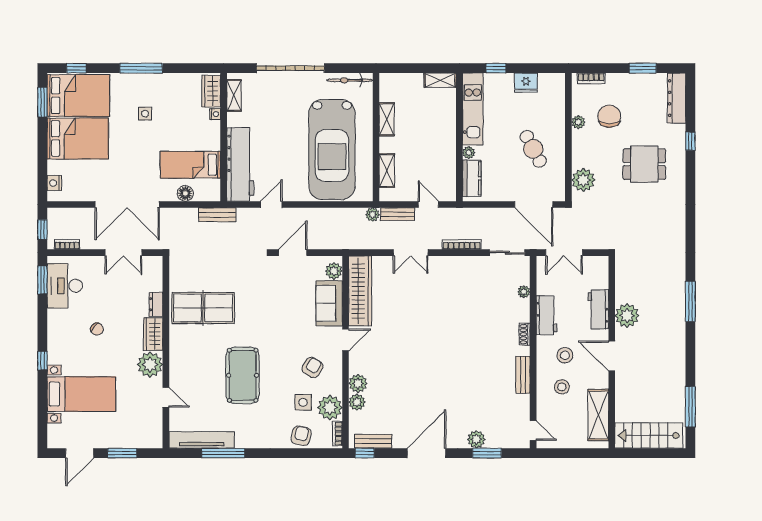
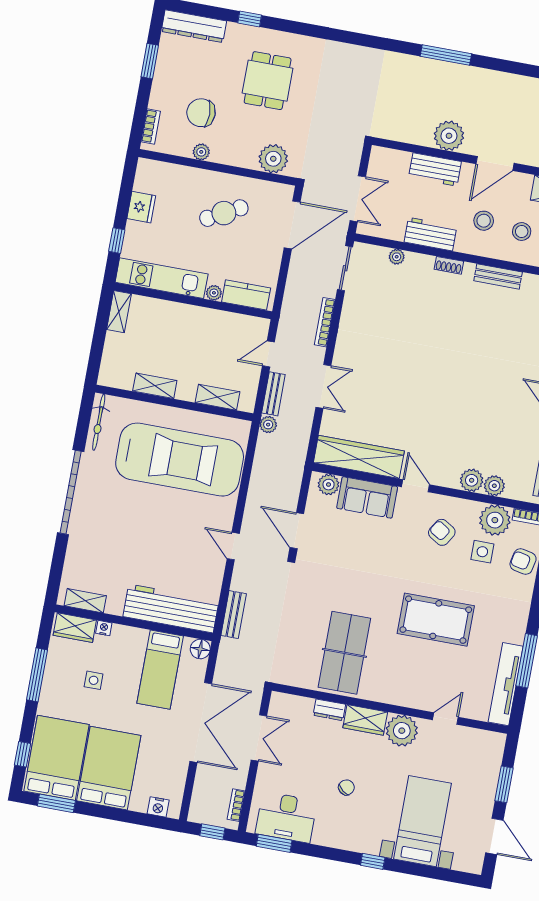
wardrobe: (211, 91) -> (75, 628), moved
shelving: (234, 95) -> (85, 601), moved
nightstand: (215, 114) -> (104, 628), moved
wall: (224, 137) -> (134, 623), moved
workbench: (240, 164) -> (171, 608), moved
bed: (190, 165) -> (160, 670), moved

